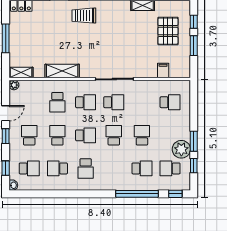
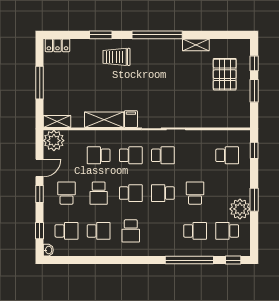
trolley: (84, 16) -> (116, 57), moved
filing cabinet: (163, 70) -> (131, 119), moved
plant: (14, 85) -> (54, 141), width x1.87, depth x1.87
school desk: (57, 102) -> (99, 155), turned 90
school desk: (57, 135) -> (99, 193), turned 180
school desk: (114, 135) -> (163, 193), turned -90
window: (194, 166) -> (254, 150), moved
school desk: (57, 168) -> (99, 231), turned 180

